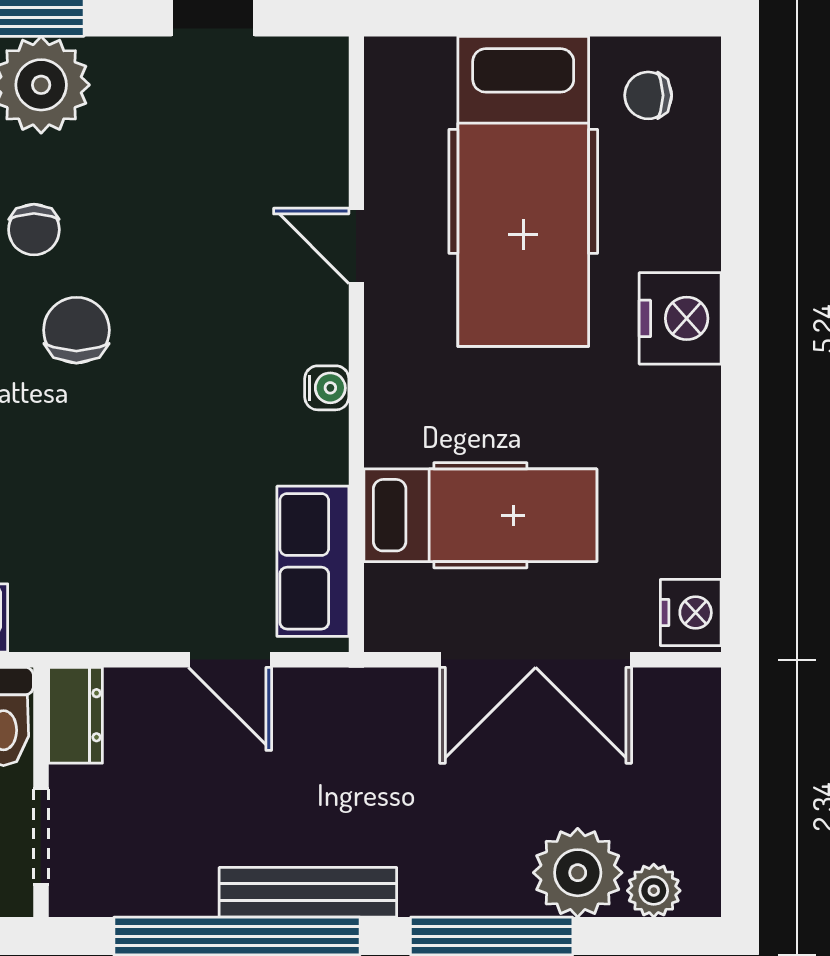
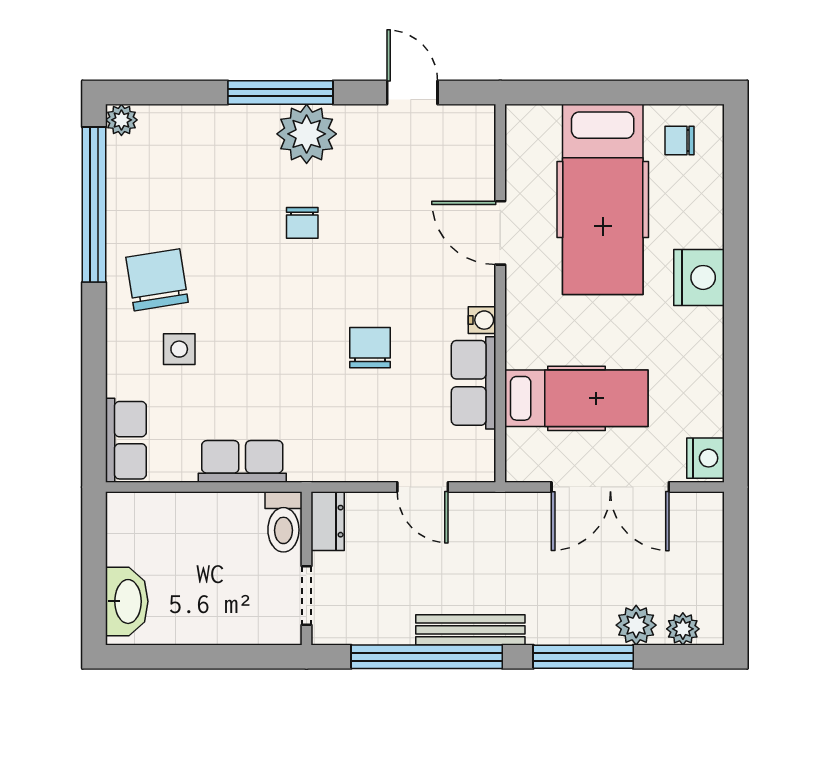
door: (356, 246) -> (500, 233), width x1.38
chair: (76, 330) -> (370, 348), moved
row of seats: (313, 561) -> (474, 383), moved
plant: (578, 873) -> (636, 625), width x0.73, depth x0.73

